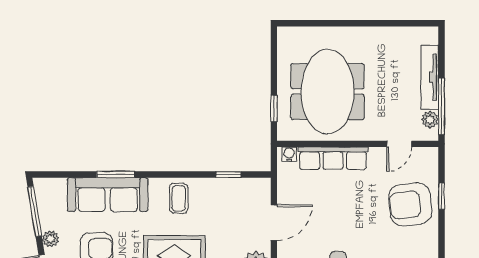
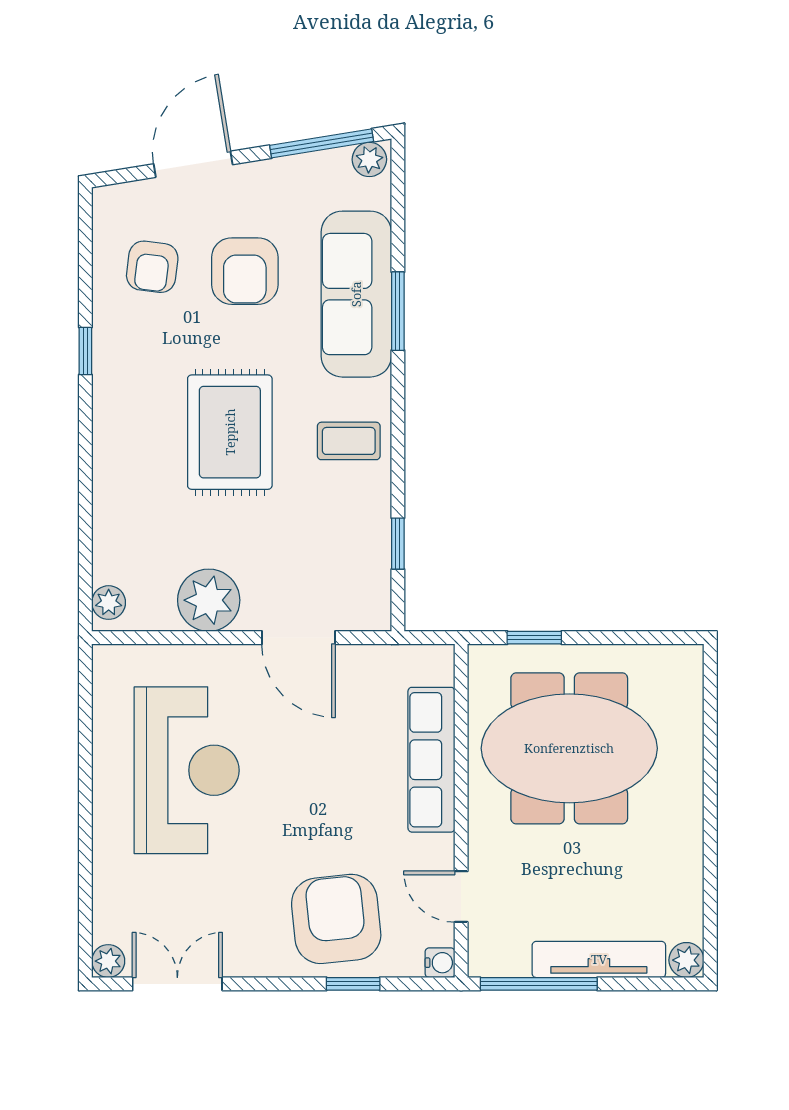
plant: (430, 120) -> (686, 960), moved
water cooler: (289, 154) -> (440, 963), moved
plant: (51, 239) -> (369, 159), moved

